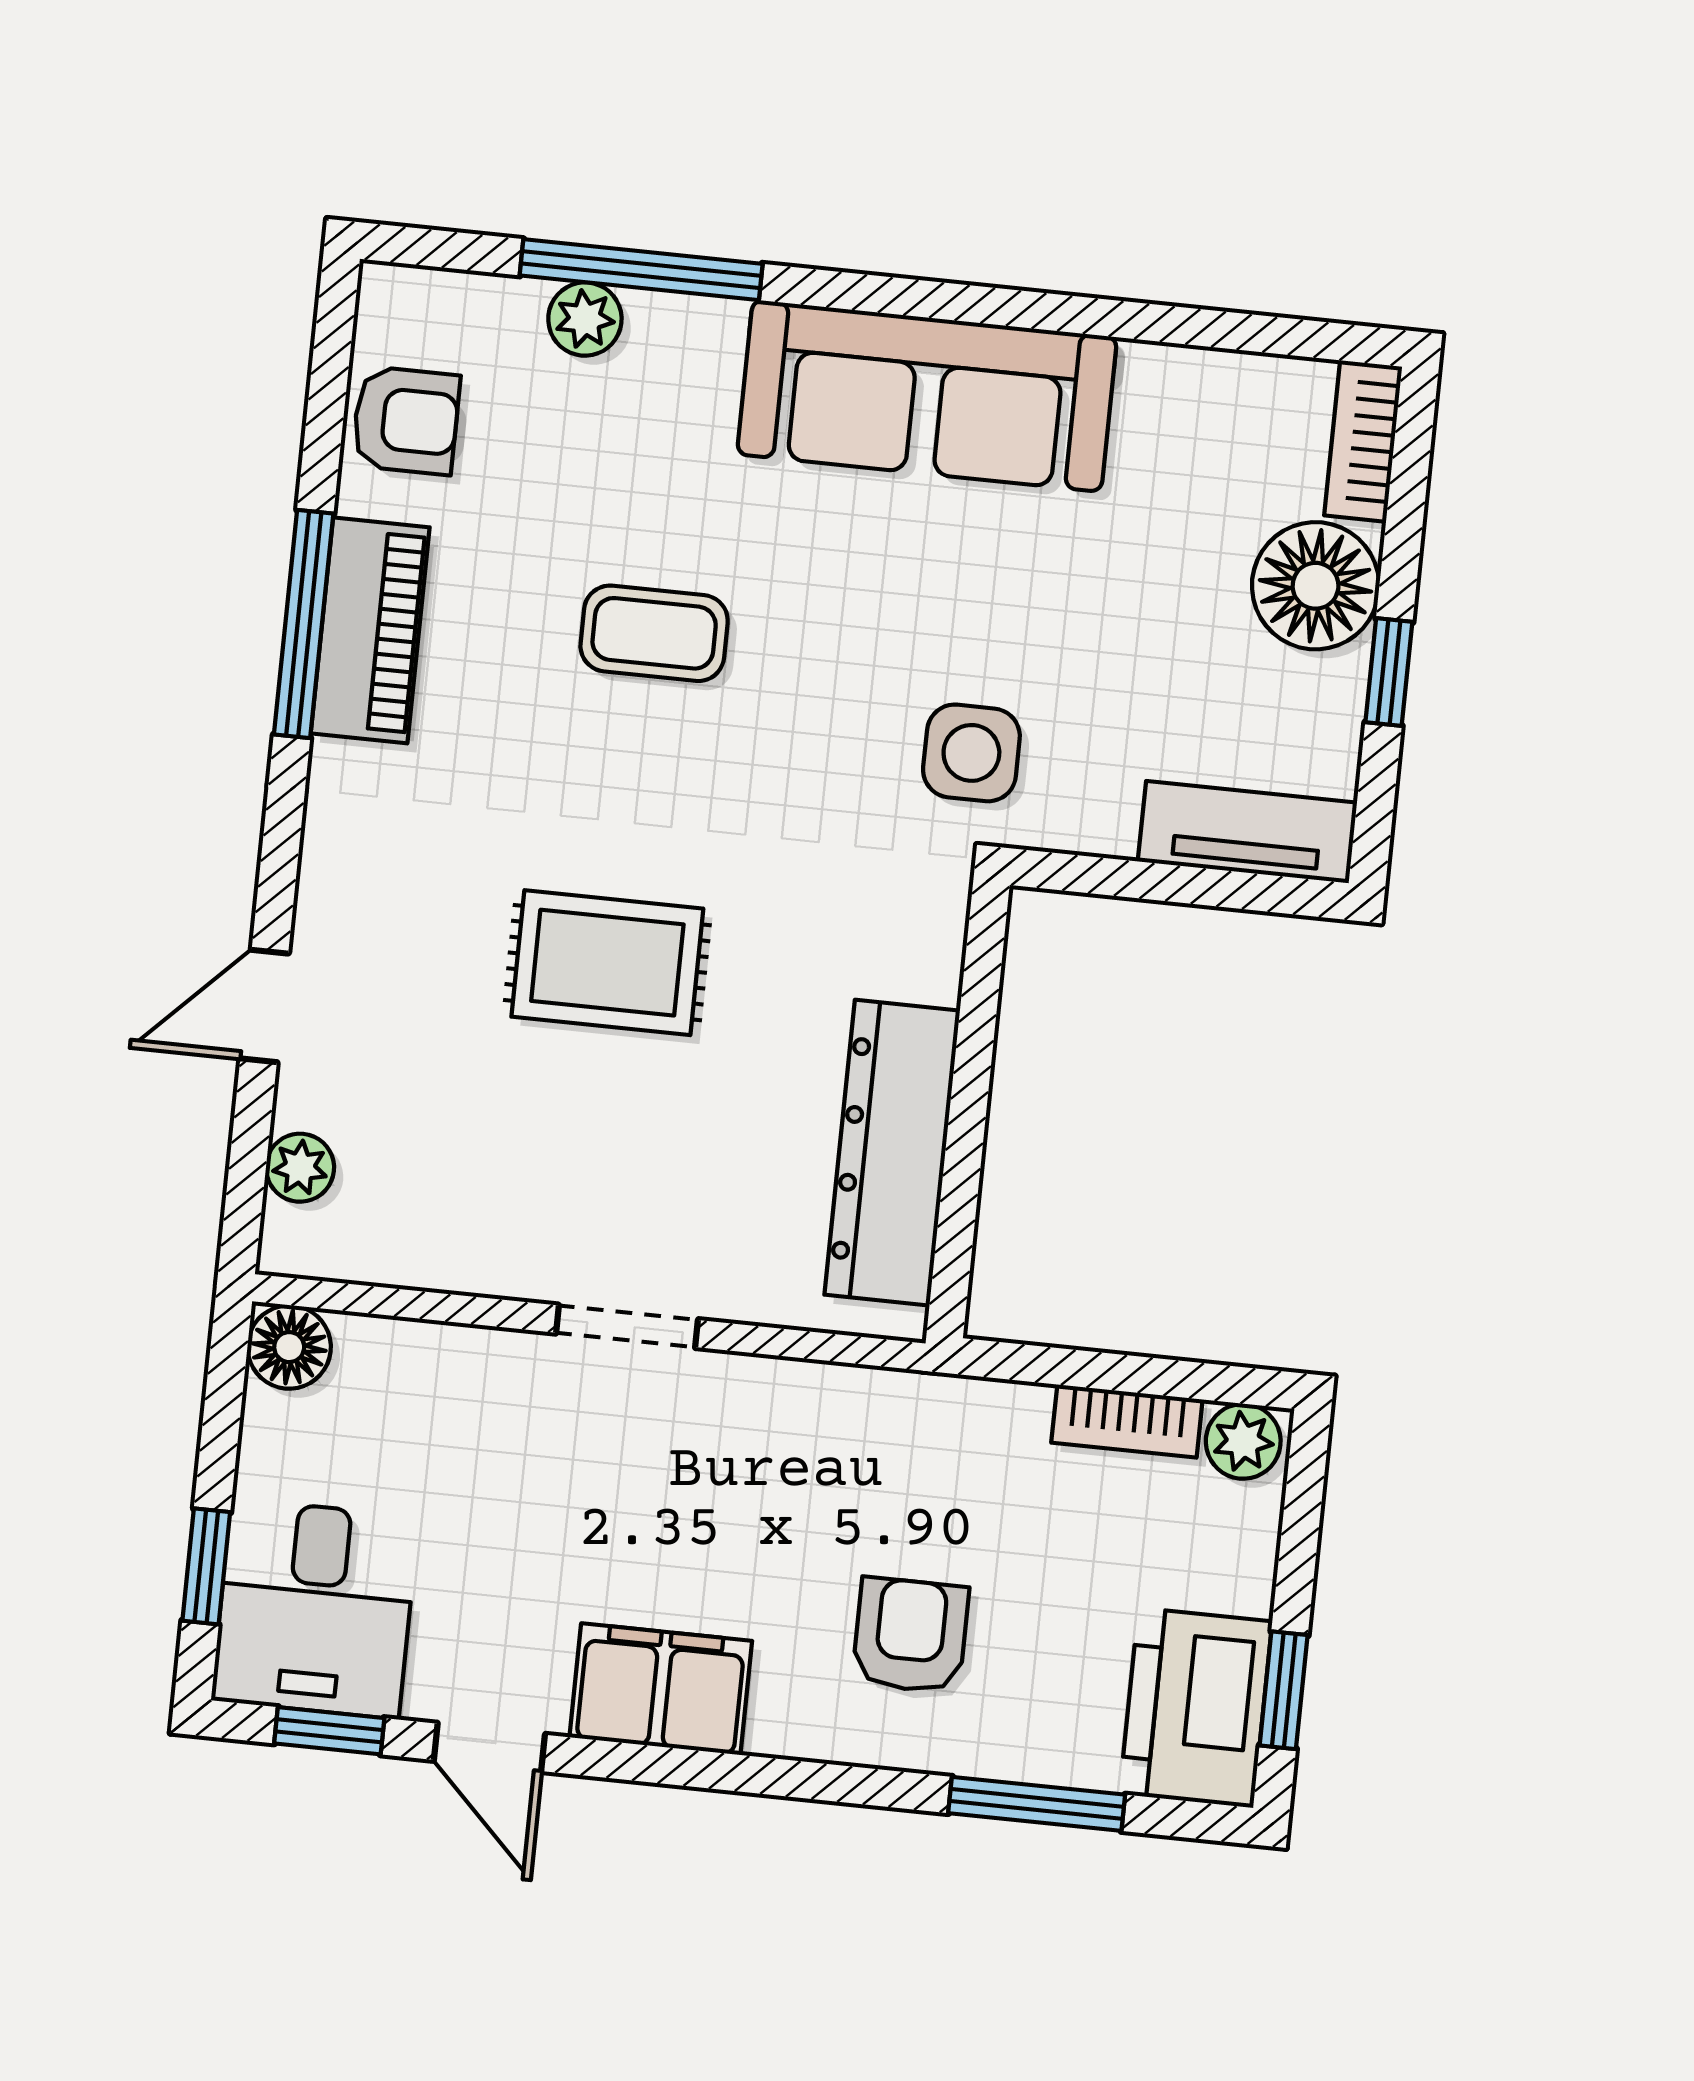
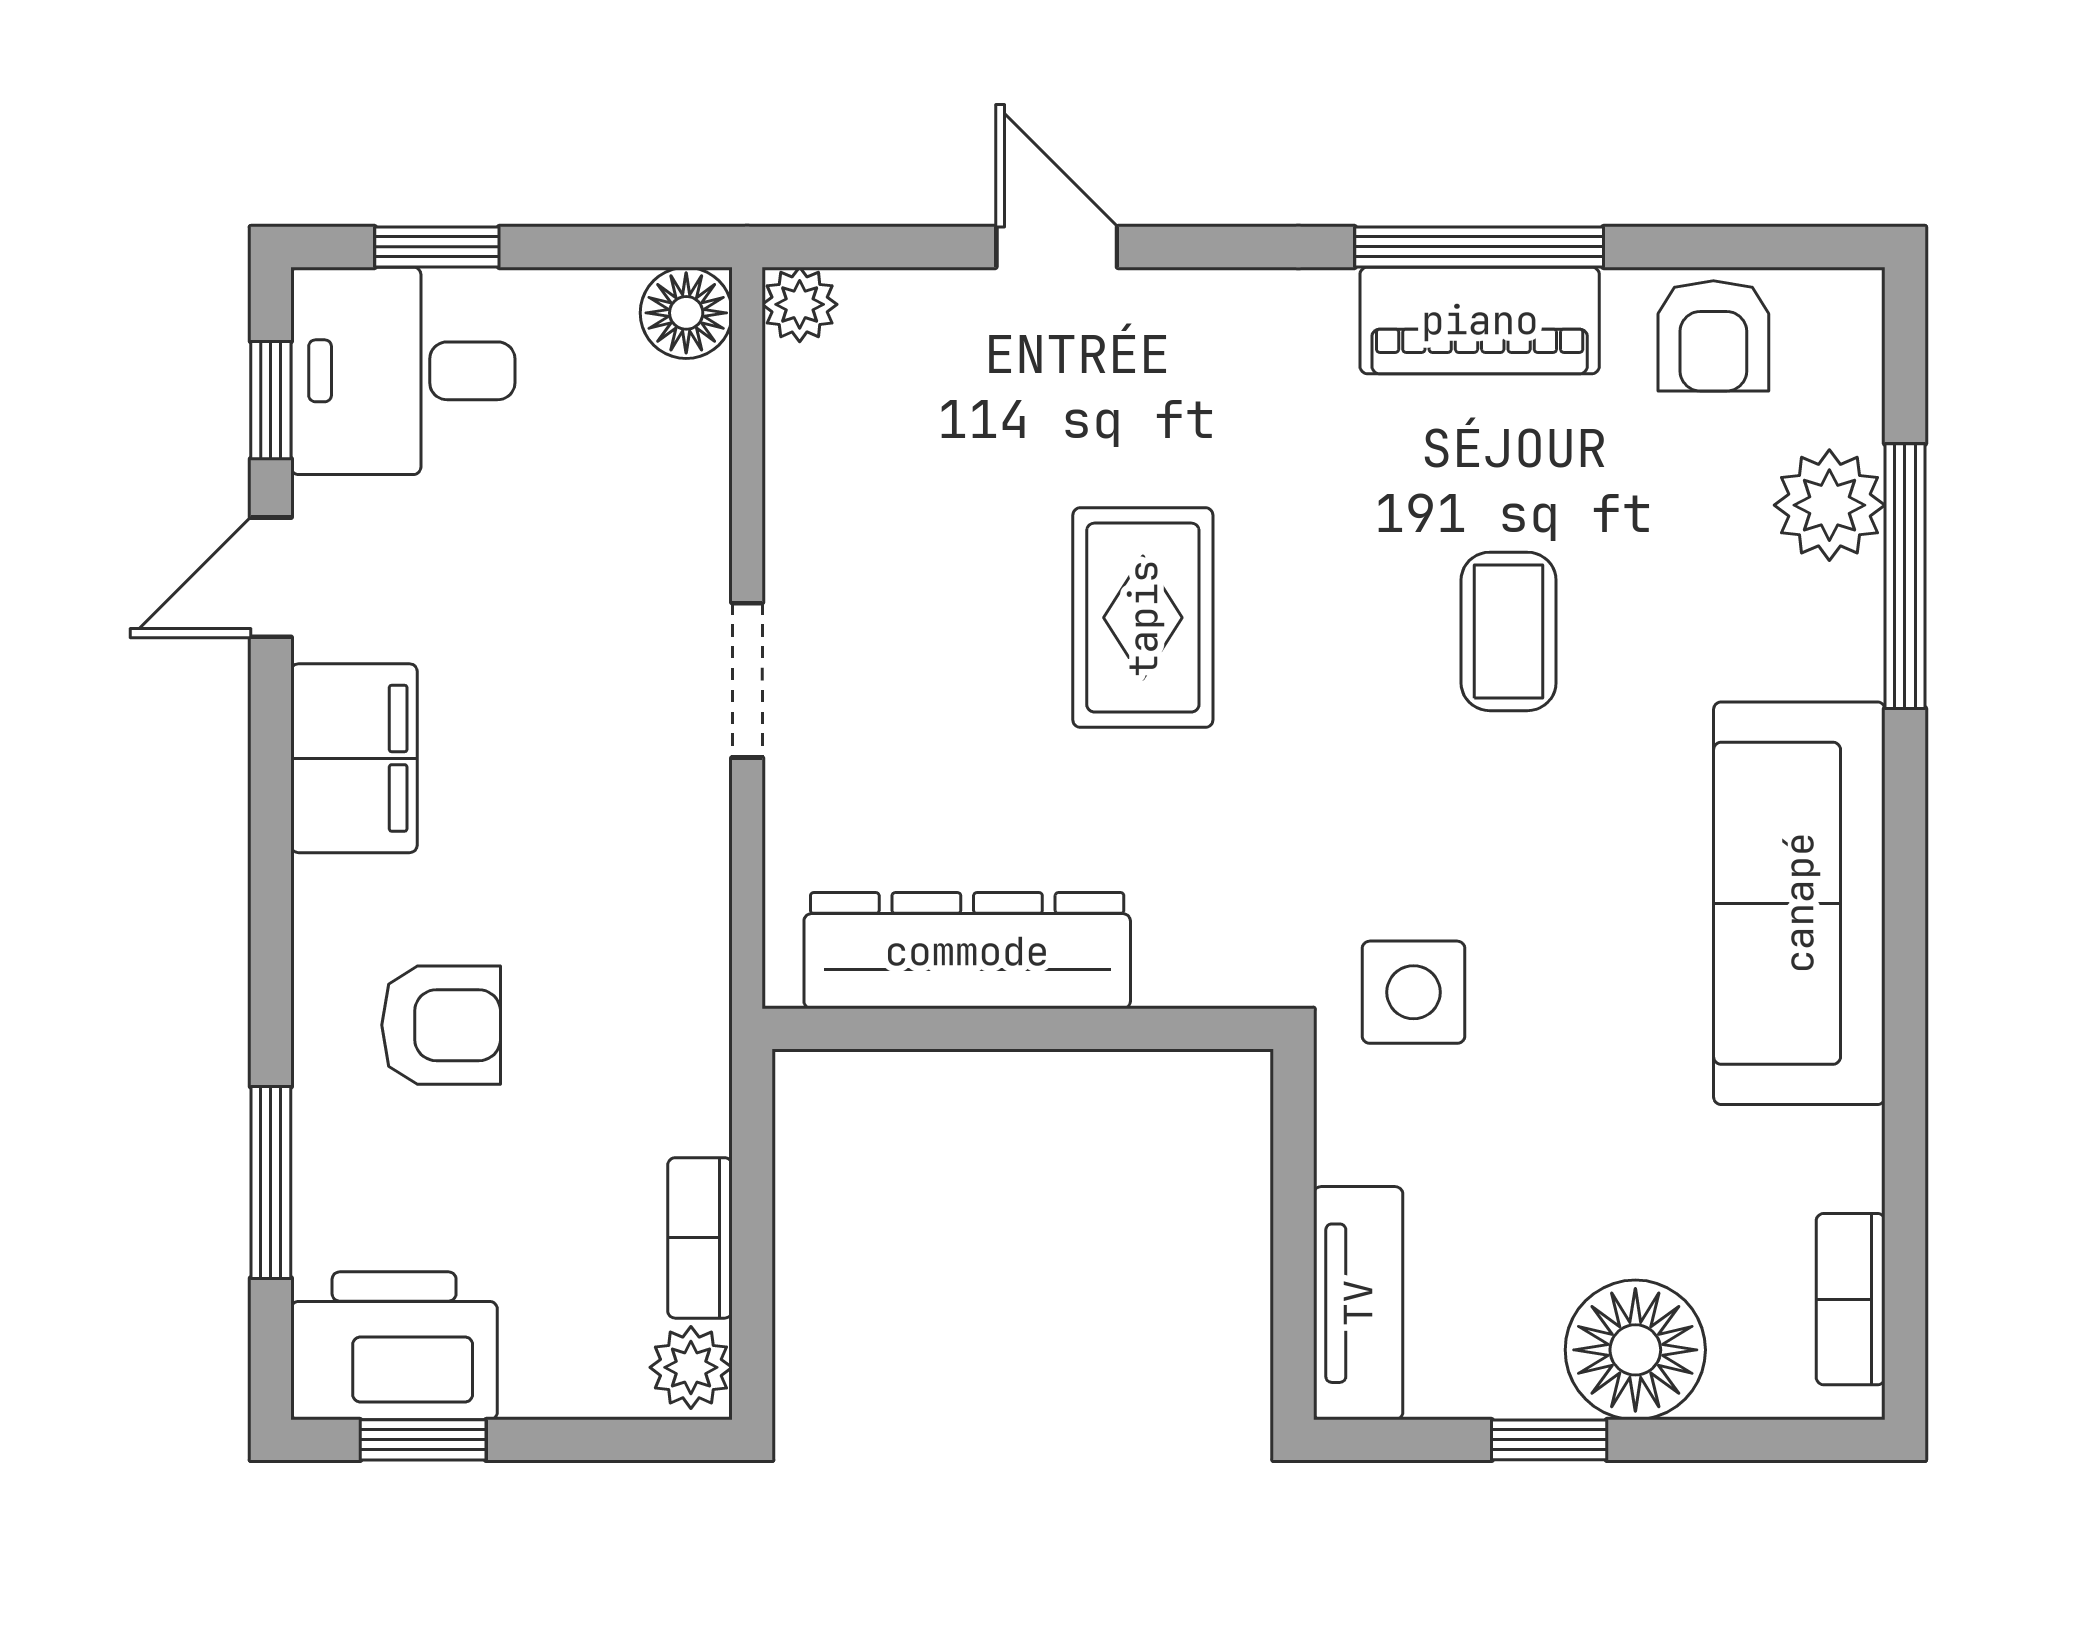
plant: (585, 319) -> (1829, 505), width x1.38, depth x1.38
bookcase: (1363, 441) -> (1851, 1299), moved, turned -90
plant: (300, 1168) -> (800, 304), moved

